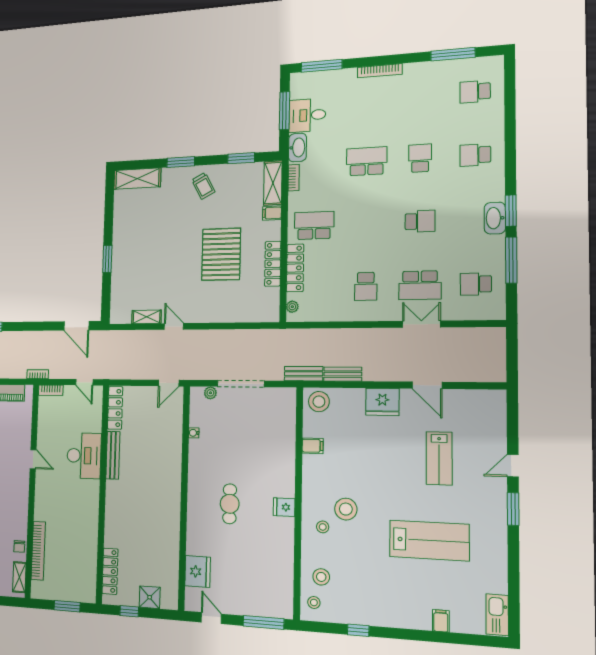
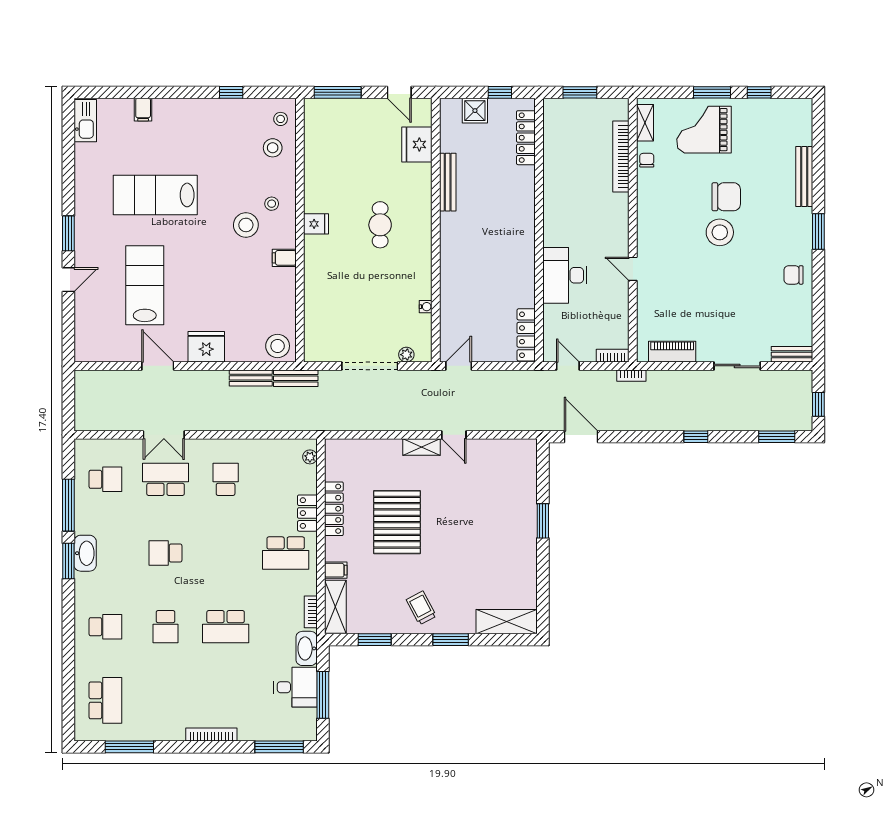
school desk: (475, 92) -> (105, 700), width x1.85
locker: (295, 268) -> (307, 513), width x0.66
shelving: (147, 317) -> (422, 447), moved
filing cabinet: (313, 446) -> (284, 258), moved
bench: (113, 455) -> (448, 182), moved
lab bench: (439, 458) -> (145, 285), width x1.36, depth x1.39

